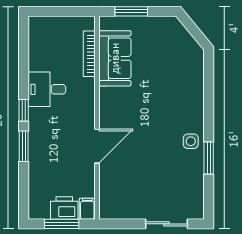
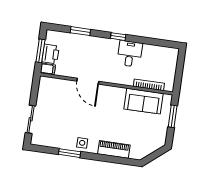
piano: (194, 92) -> (114, 149), added
window: (24, 146) -> (80, 31), moved

